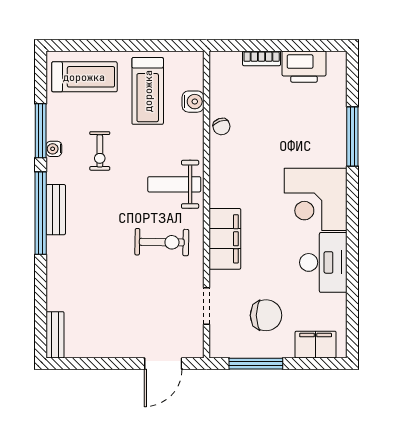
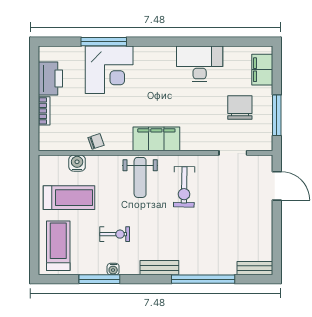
corner desk: (316, 199) -> (109, 70), moved
window: (41, 213) -> (203, 279), moved
filing cabinet: (225, 239) -> (156, 139), moved
exercise bike: (162, 242) -> (184, 187), turned 180

